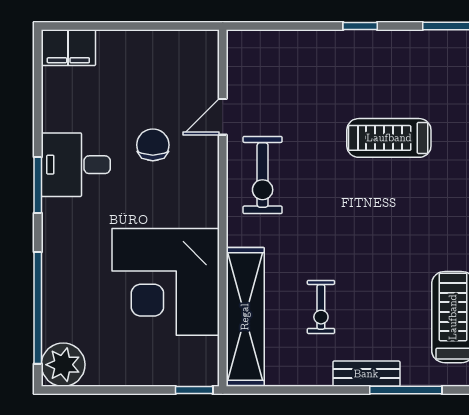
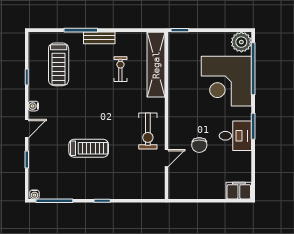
exercise bike: (263, 175) -> (148, 131), turned 180
corner desk: (166, 282) -> (226, 81), moved, turned 180

